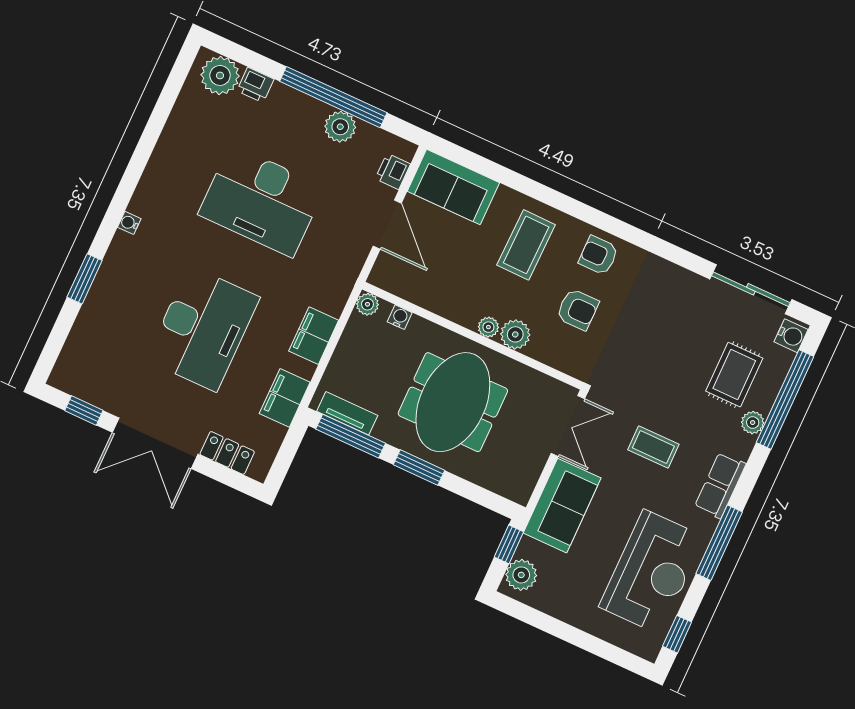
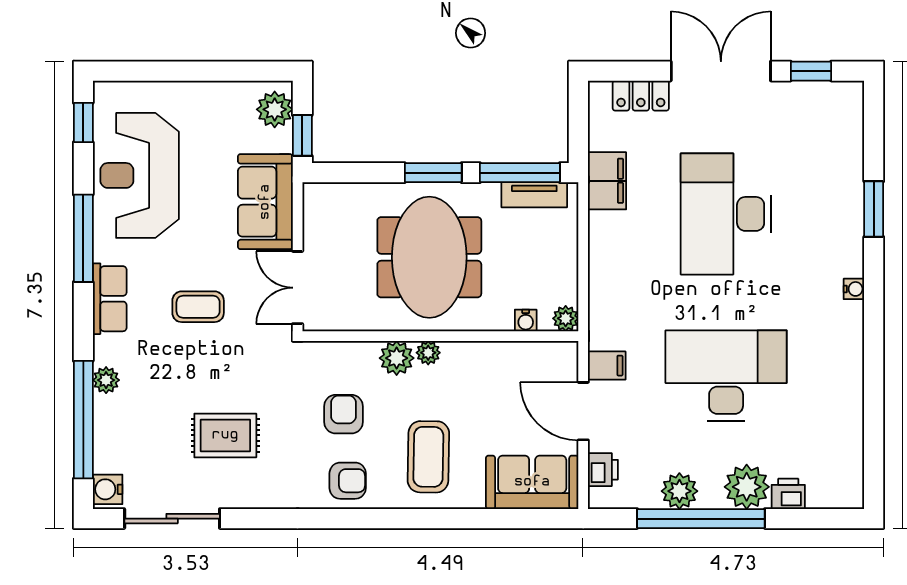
plant: (220, 75) -> (747, 487), moved
armchair: (578, 309) -> (344, 414), turned 90
filing cabinet: (314, 336) -> (607, 366), moved, width x0.50
rug: (734, 375) -> (225, 435), moved, turned 90

